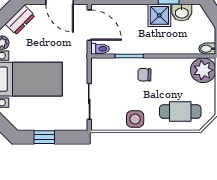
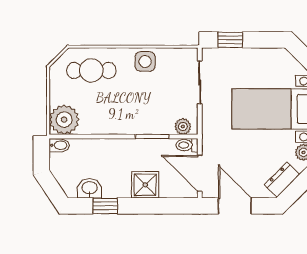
shower: (159, 15) -> (145, 185), moved
plant: (103, 64) -> (183, 126), added
chair: (144, 75) -> (134, 114), removed
window: (44, 137) -> (230, 40), moved

